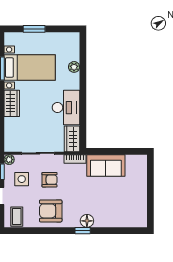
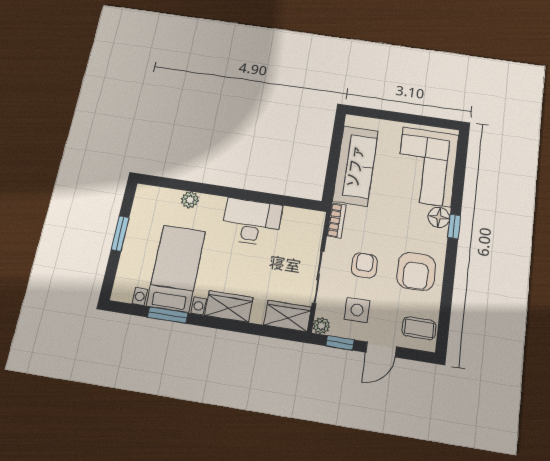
window: (34, 29) -> (120, 234), moved
wardrobe: (72, 139) -> (288, 316), moved, turned 180
sofa: (106, 165) -> (355, 166), width x1.36
corner sofa: (119, 210) -> (427, 167), added

